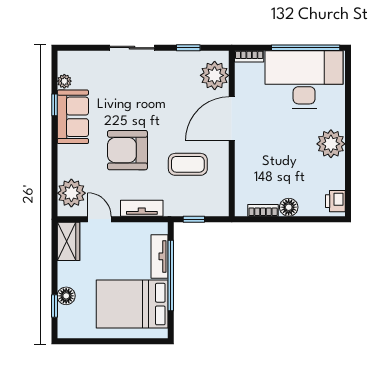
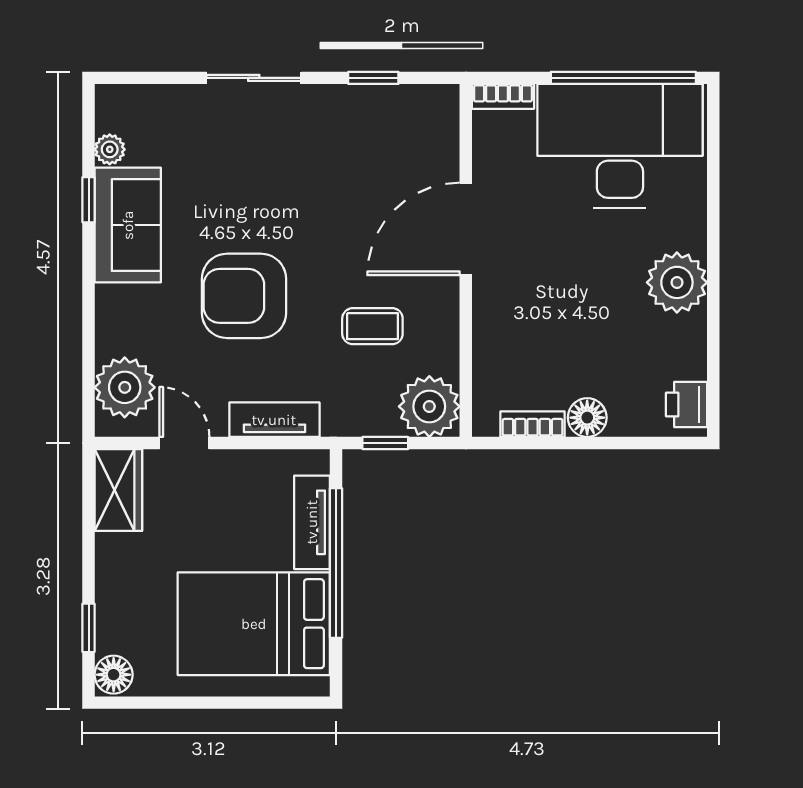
plant: (215, 75) -> (429, 406), moved
coffee table: (188, 164) -> (372, 326), width x0.73, depth x0.77
floor lamp: (66, 296) -> (114, 675), moved

